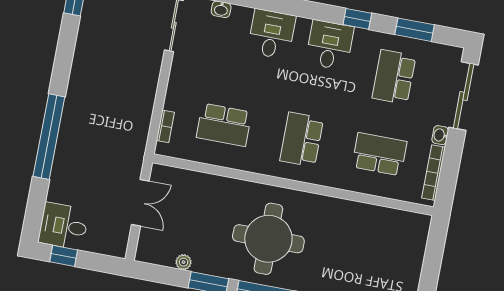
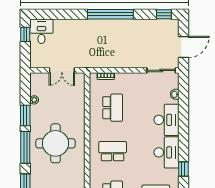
desk: (272, 34) -> (166, 120), width x1.37
desk: (330, 45) -> (166, 152), width x1.37
school desk: (224, 125) -> (113, 108), turned 180
window: (49, 137) -> (110, 14), moved

